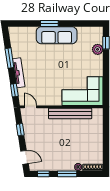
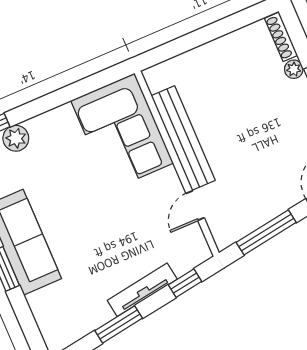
door: (30, 107) -> (195, 206), moved
window: (20, 130) -> (266, 232), width x2.17

